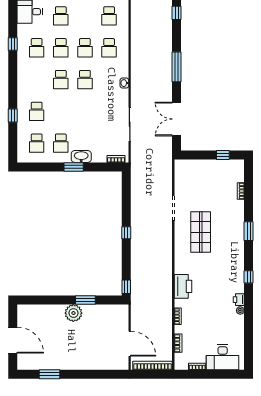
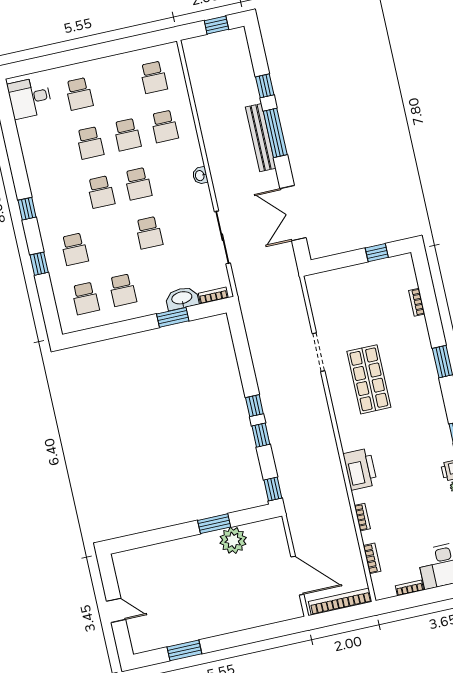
window: (177, 13) -> (265, 86), moved
window: (13, 44) -> (27, 209), moved
school desk: (37, 48) -> (149, 233), moved
bench: (167, 68) -> (261, 138), added
washbasin: (81, 156) -> (182, 298), moved
window: (74, 167) -> (173, 317), moved
window: (126, 252) -> (261, 435), added
plant: (73, 313) -> (233, 540), moved
door: (13, 340) -> (116, 610), width x0.53

